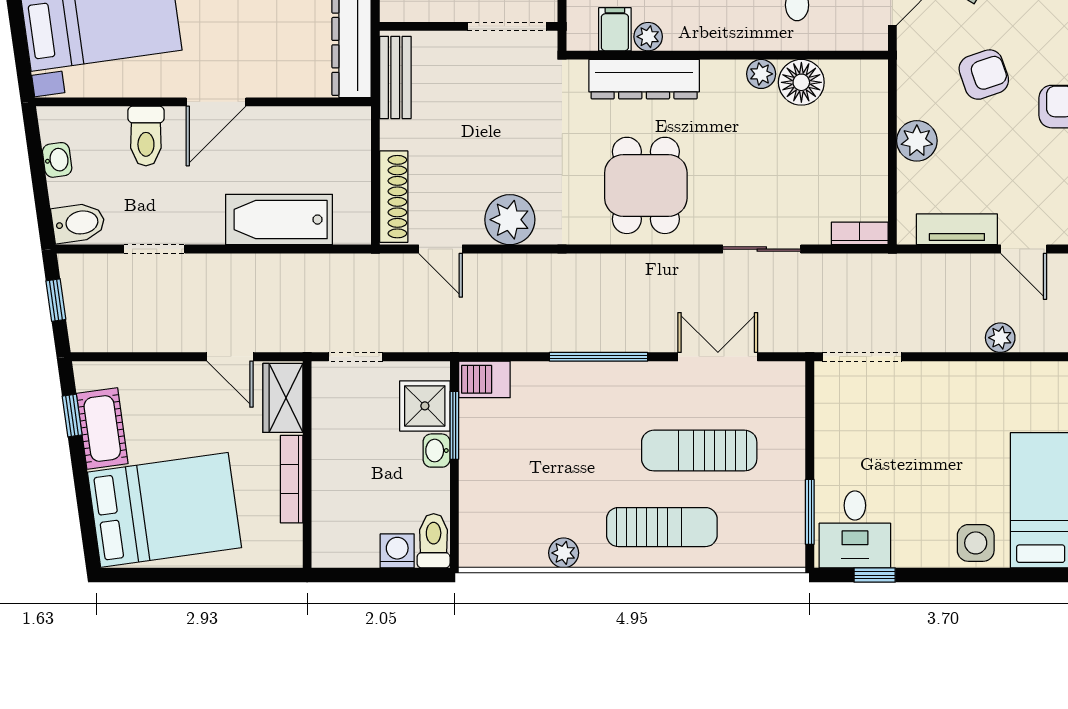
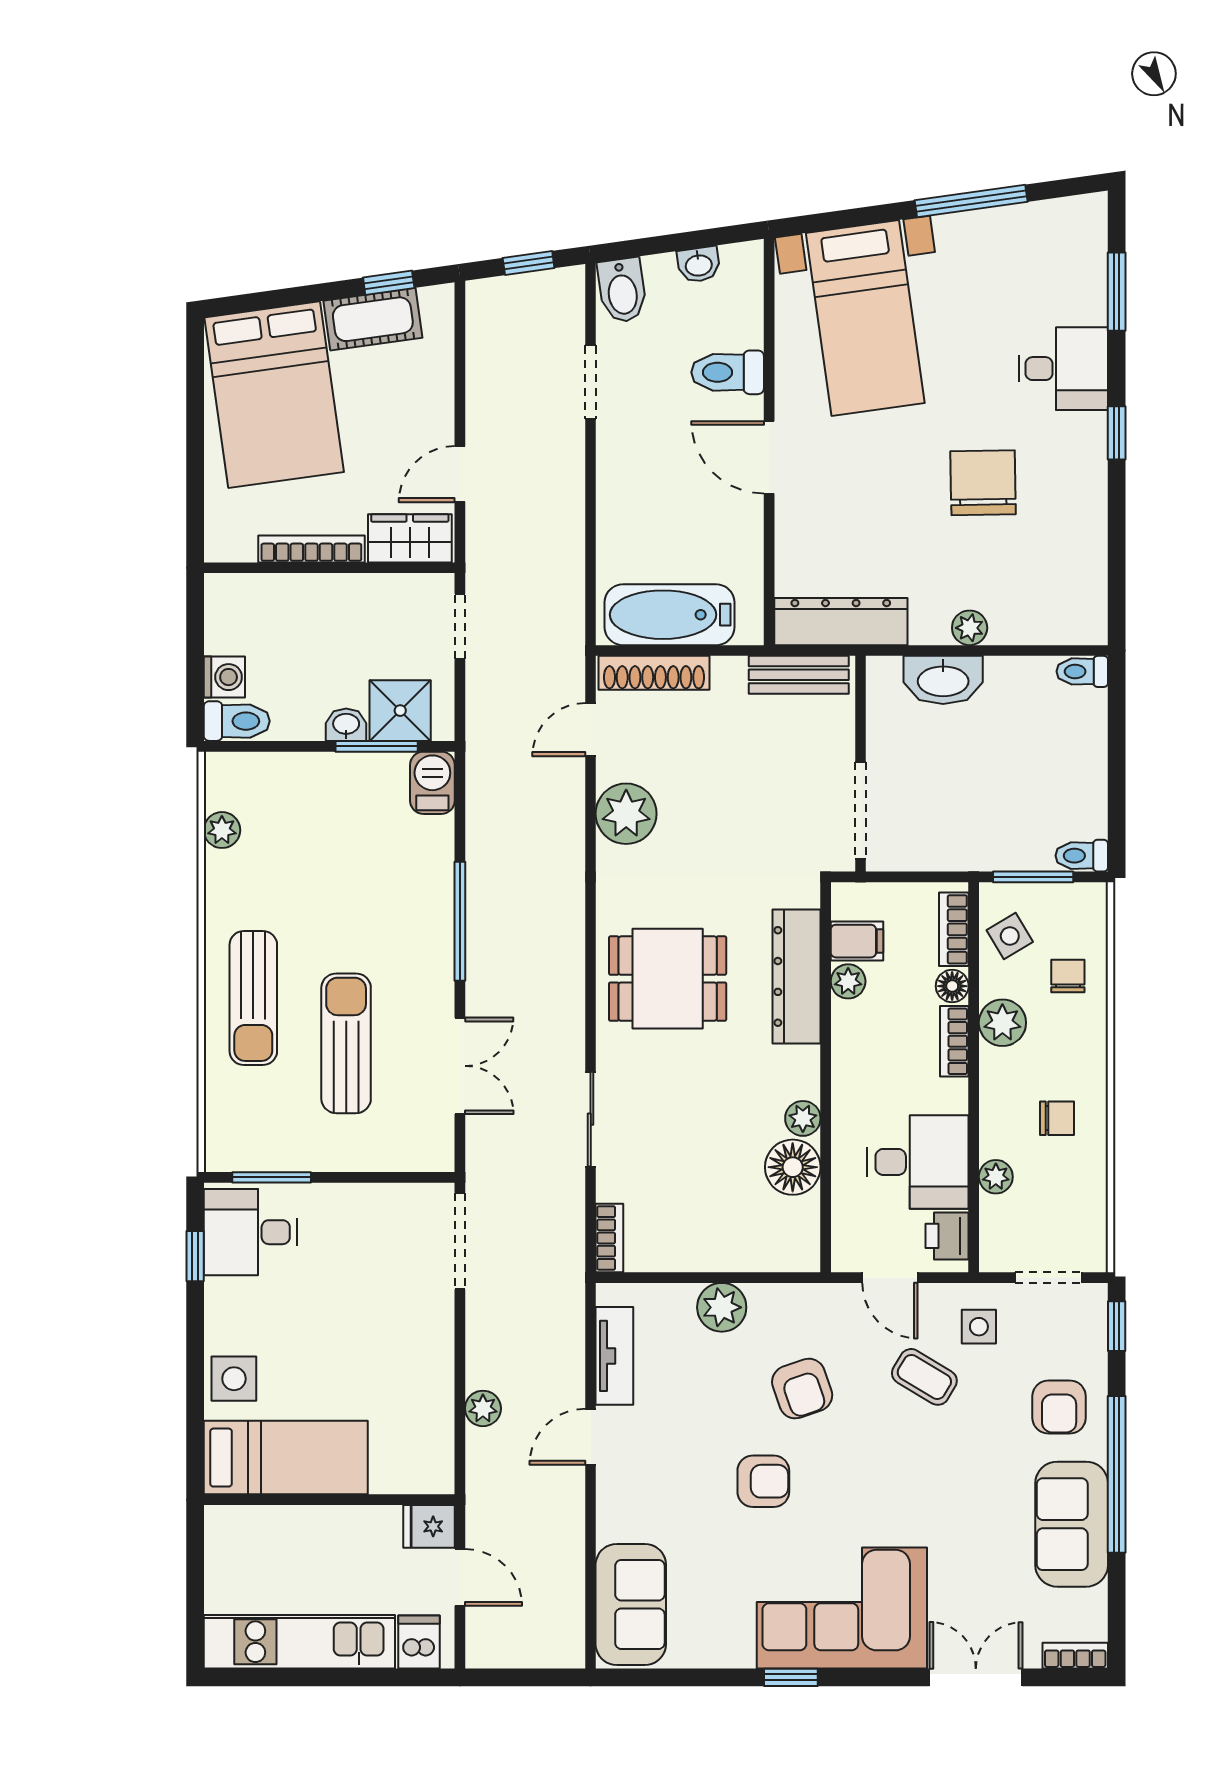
bathtub: (279, 220) -> (670, 615), moved, turned -90
plant: (564, 553) -> (222, 830), moved

